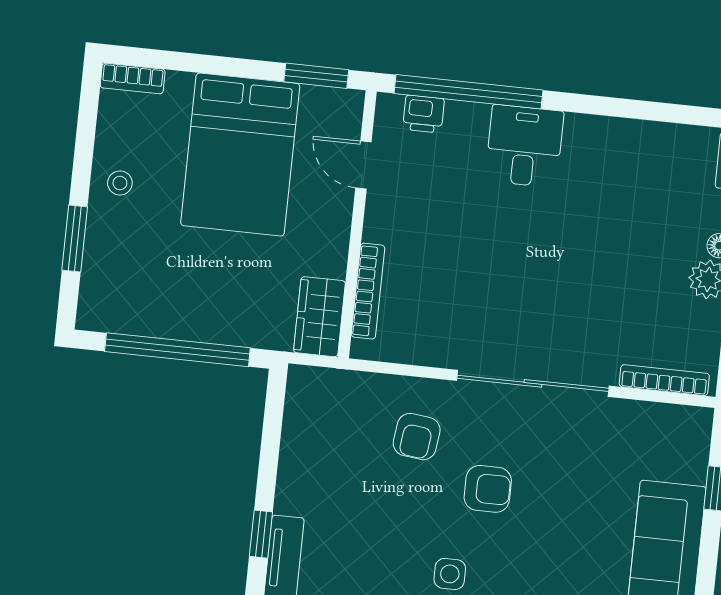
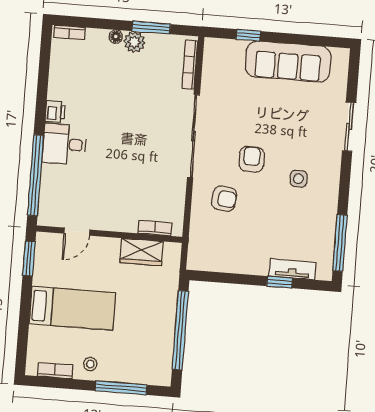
bookcase: (133, 79) -> (55, 371), moved, turned -90
printer: (424, 114) -> (55, 112), moved
bed: (240, 155) -> (72, 308), width x0.67
window: (75, 238) -> (121, 388), width x1.44
bookcase: (368, 291) -> (155, 228), width x0.64
wardrobe: (320, 317) -> (142, 252), moved

